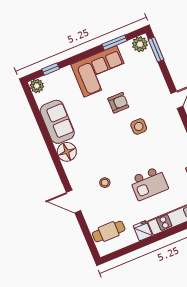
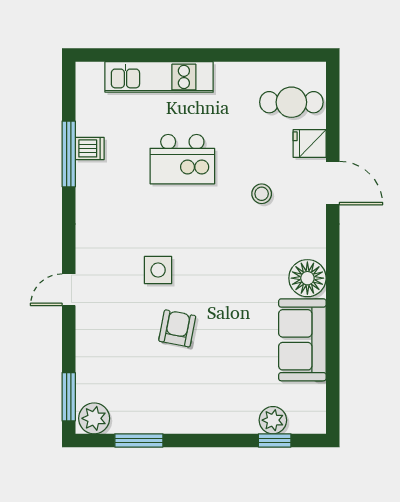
corner sofa: (100, 71) -> (186, 399), removed
plant: (37, 86) -> (273, 420), moved
armchair: (118, 103) -> (177, 328), turned 101
kitchen island: (149, 183) -> (182, 159), turned 180
fridge: (143, 231) -> (310, 144), moved, turned 90

